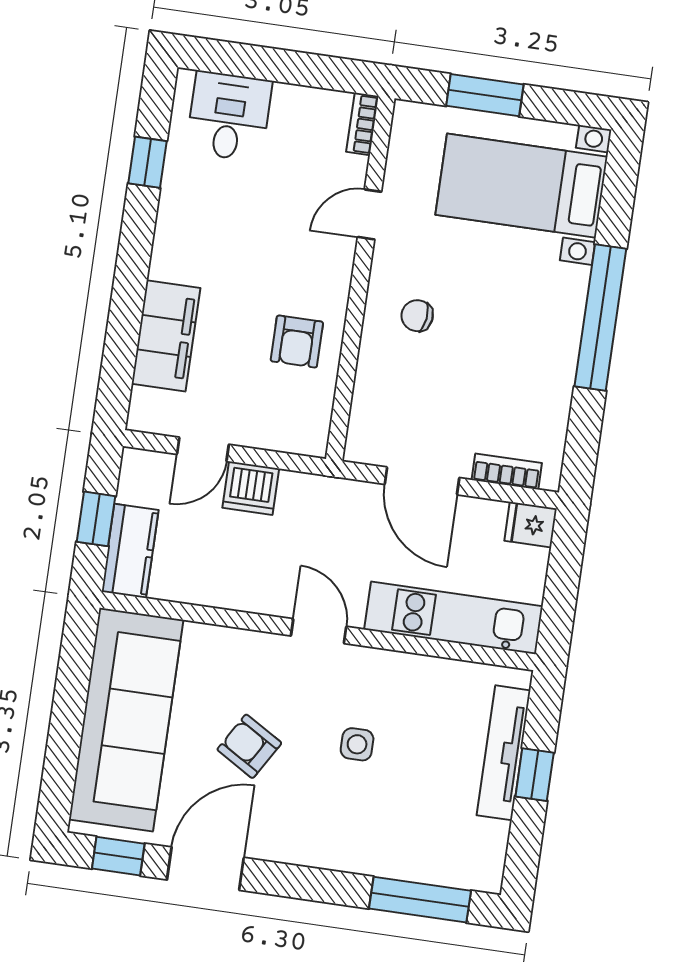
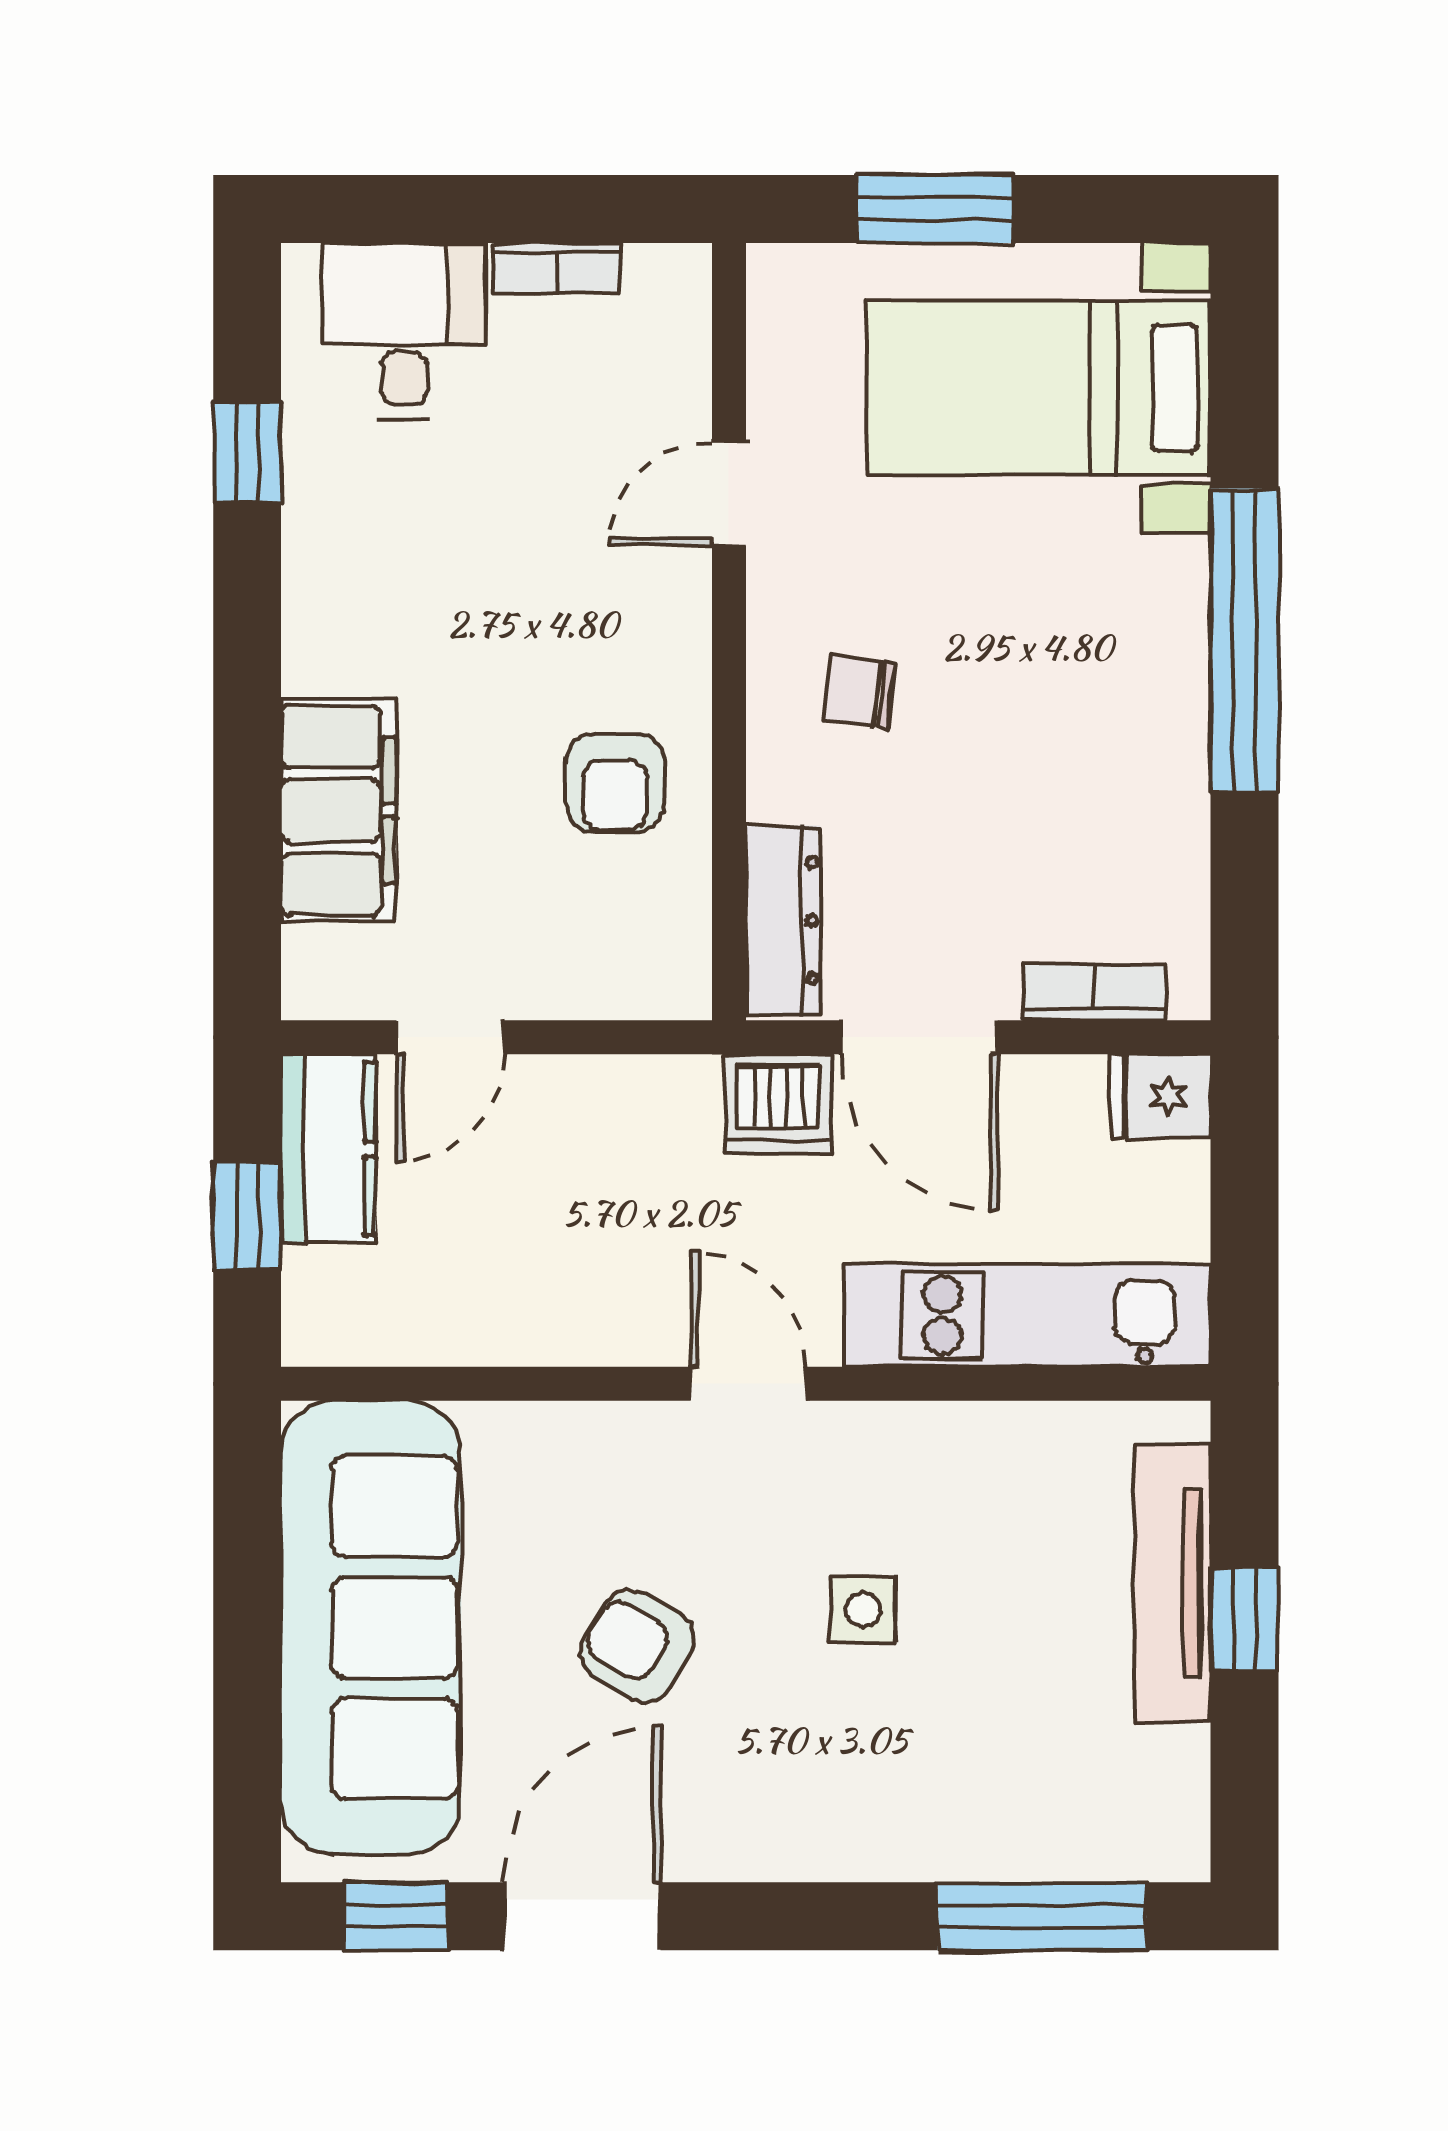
bookcase: (362, 124) -> (556, 268), moved, turned -90
dresser: (366, 417) -> (783, 921), added
dishwasher: (251, 488) -> (778, 1104), moved
kitchen counter: (130, 551) -> (328, 1149), moved

